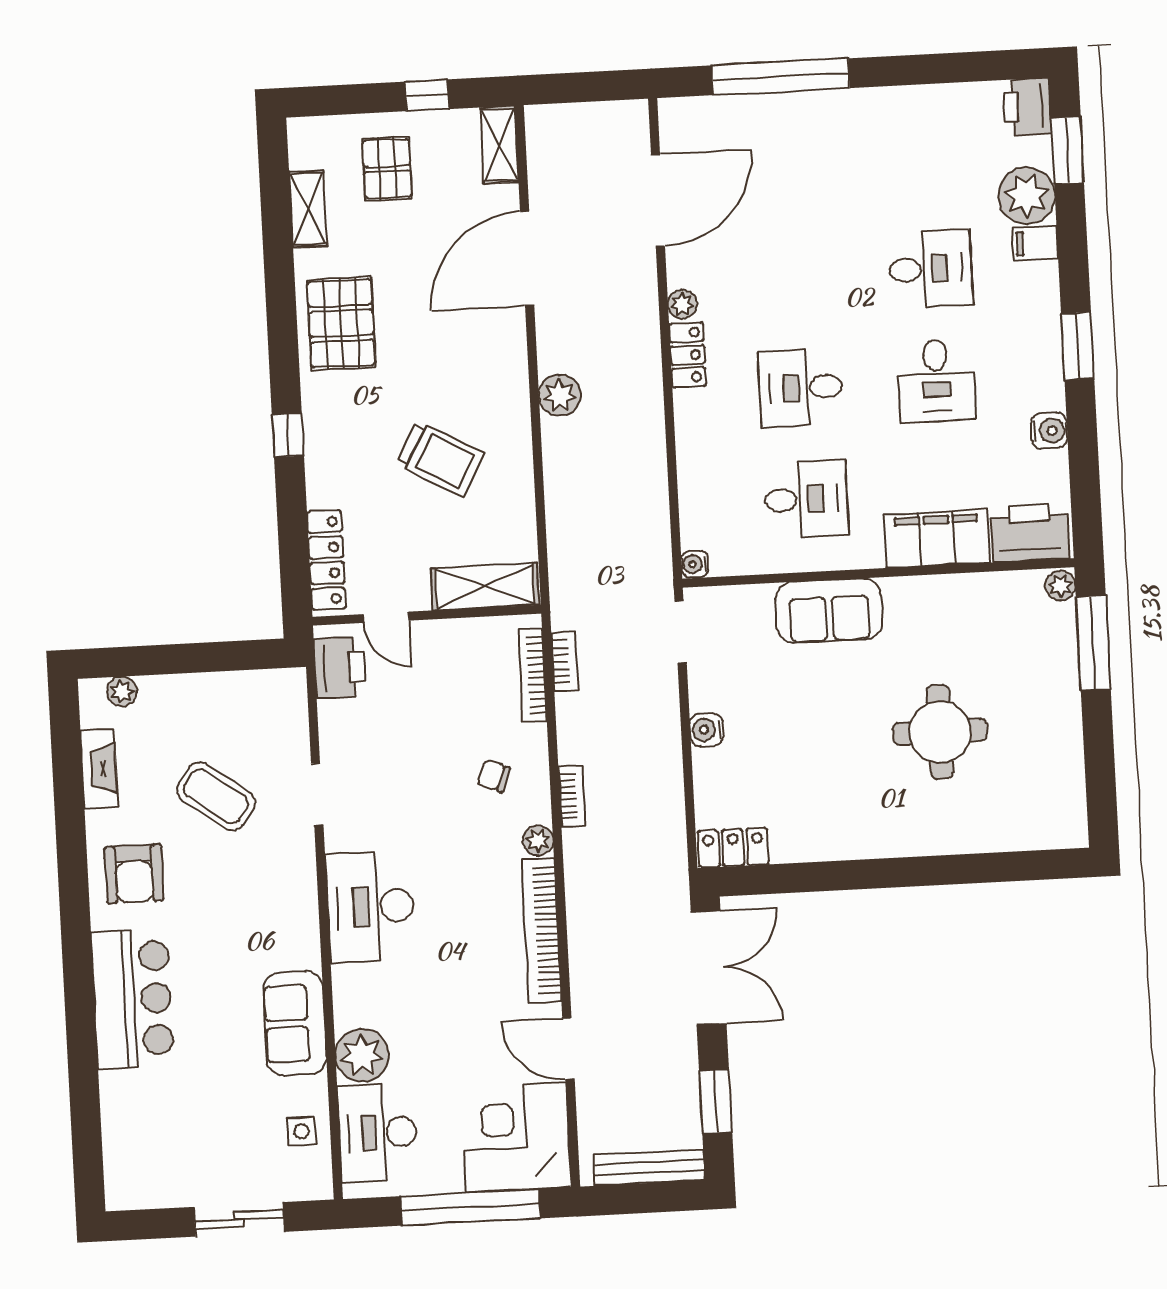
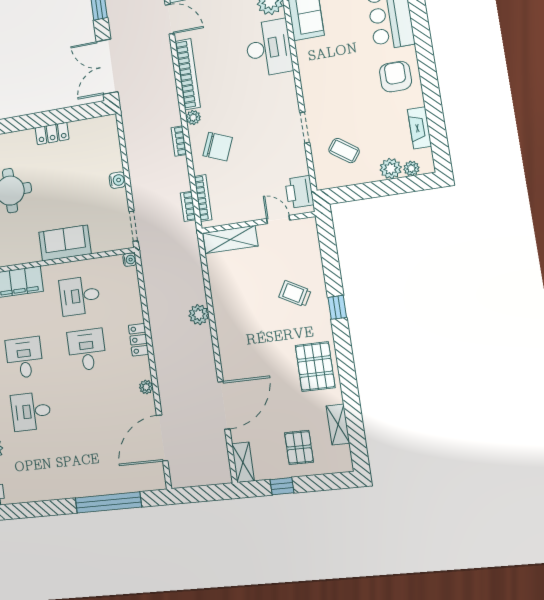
locker: (688, 355) -> (139, 340), moved
desk: (801, 388) -> (87, 350), turned -90
plant: (560, 395) -> (199, 315), moved
trolley: (440, 459) -> (295, 294), moved, width x0.73, depth x0.72
locker: (326, 560) -> (311, 245), removed
plant: (161, 695) -> (391, 169), added
chair: (494, 776) -> (218, 147), width x1.87, depth x1.87
coffee table: (216, 796) -> (344, 151), moved, width x0.73, depth x0.77
locker: (733, 848) -> (52, 134), moved
desk: (370, 907) -> (269, 48), moved

